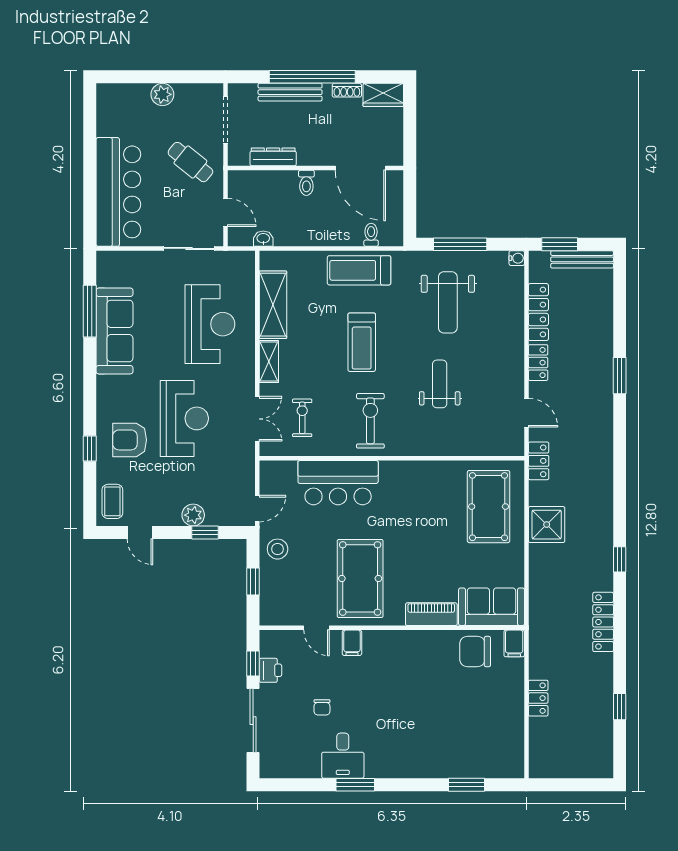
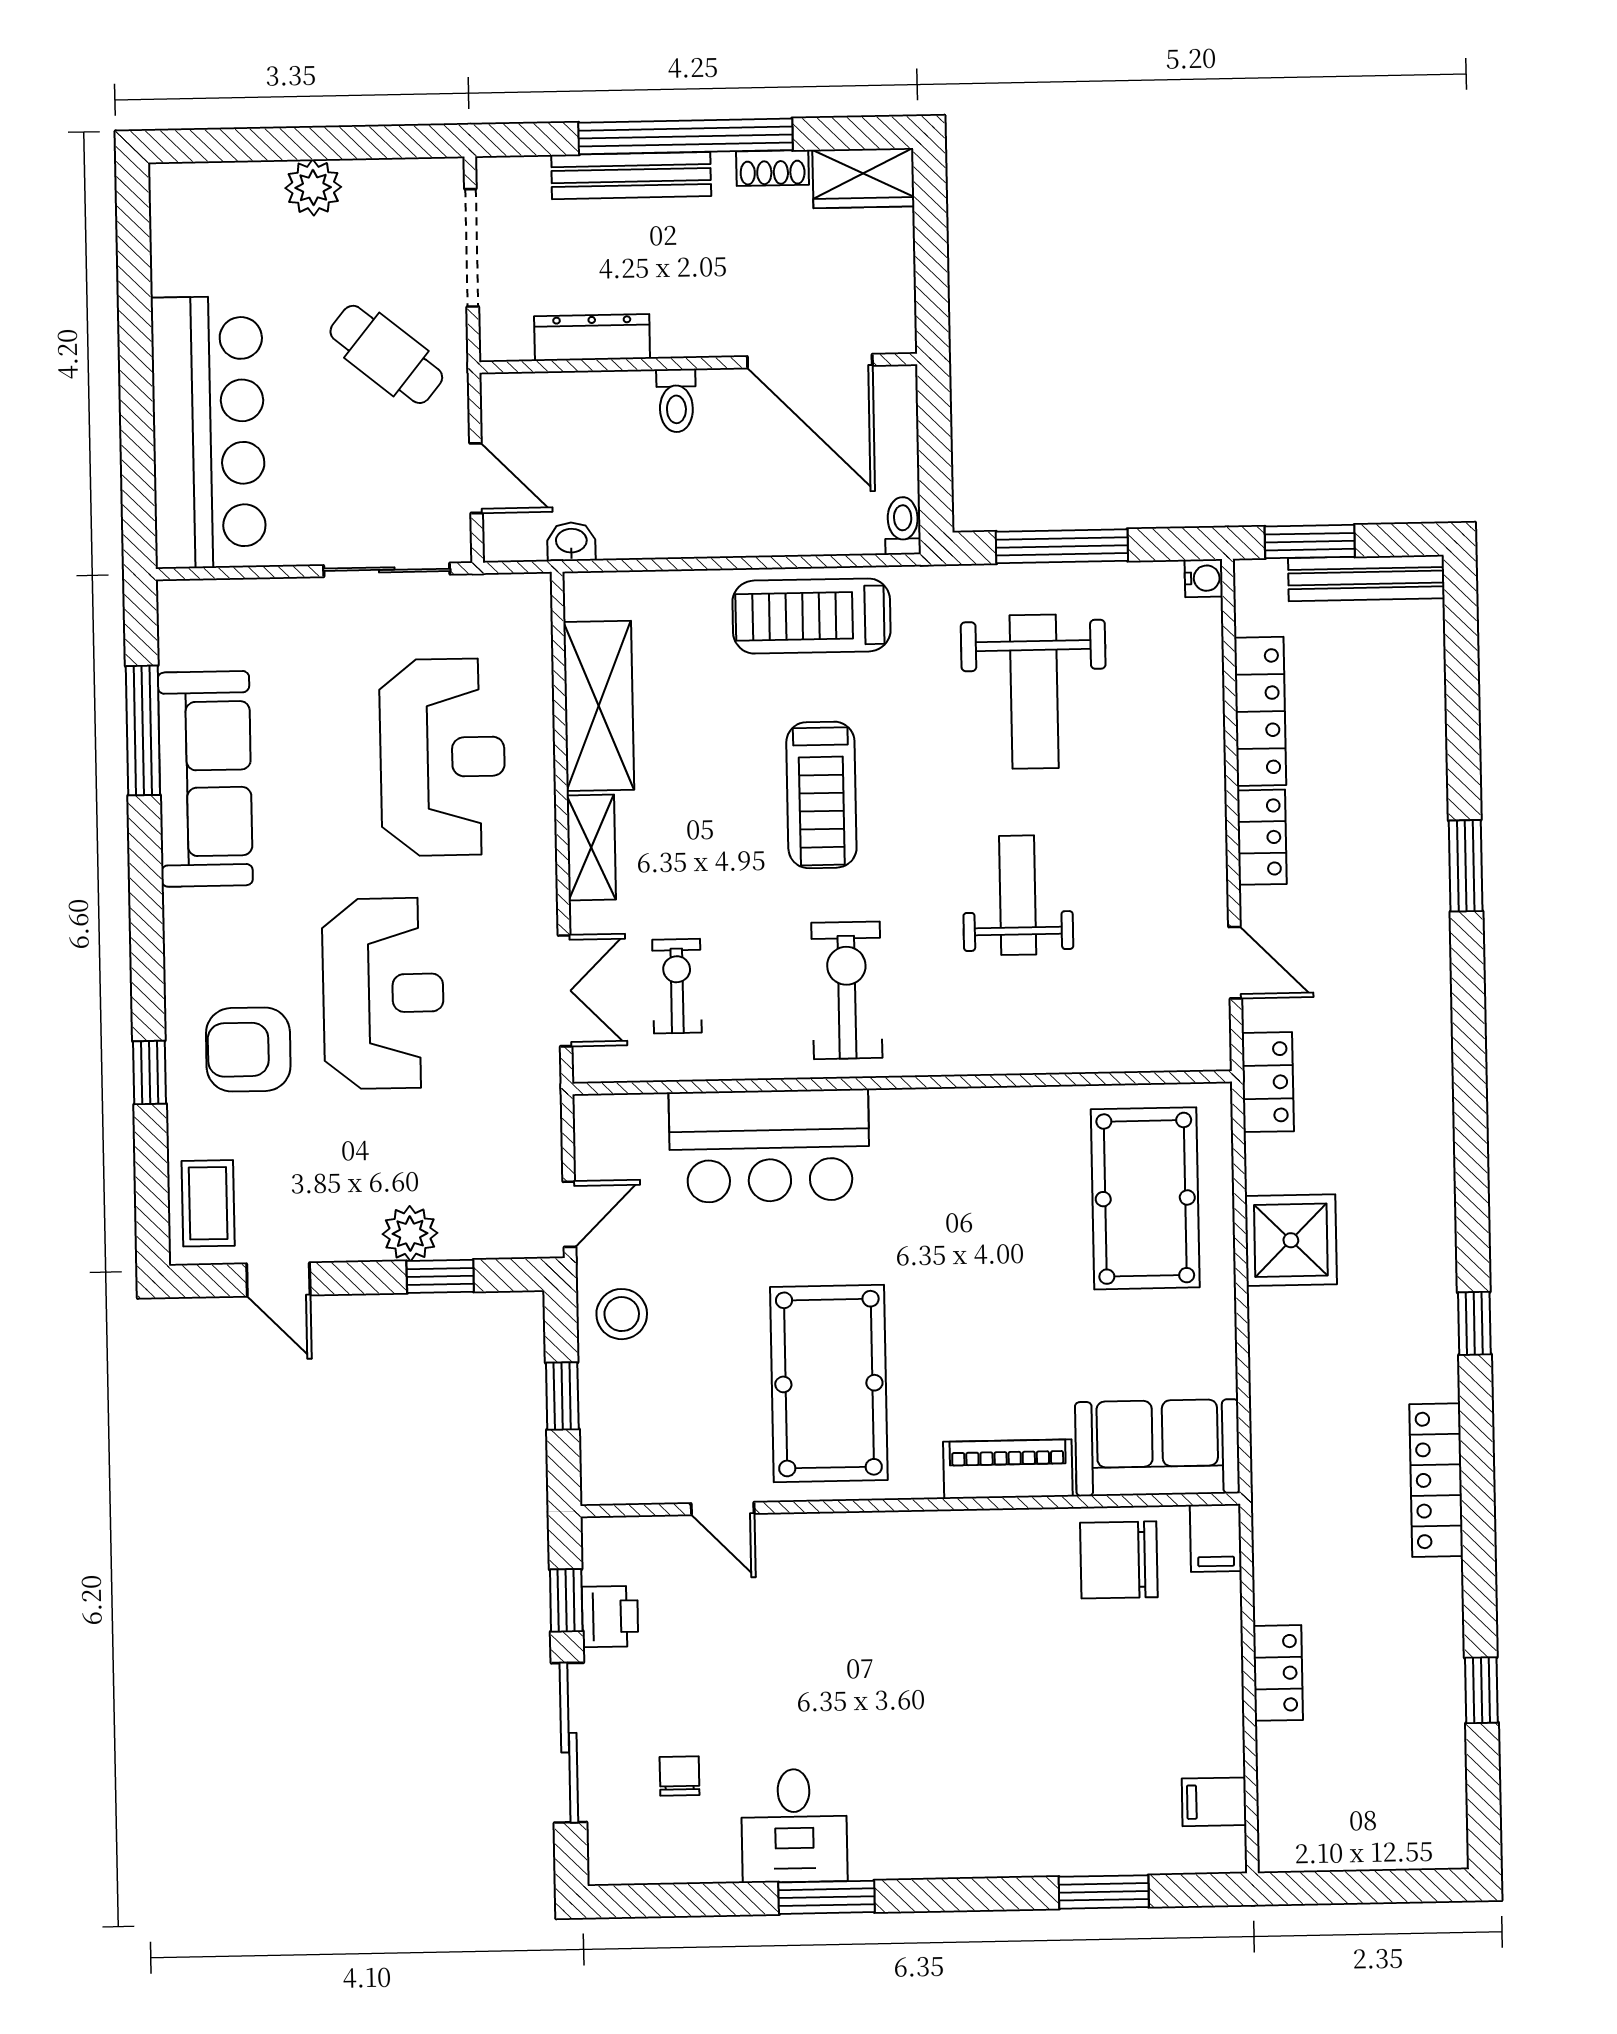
toilet: (371, 235) -> (903, 526), moved
filing cabinet: (352, 643) -> (1214, 1802), moved, turned 90
chair: (322, 707) -> (680, 1776), moved, turned 180

